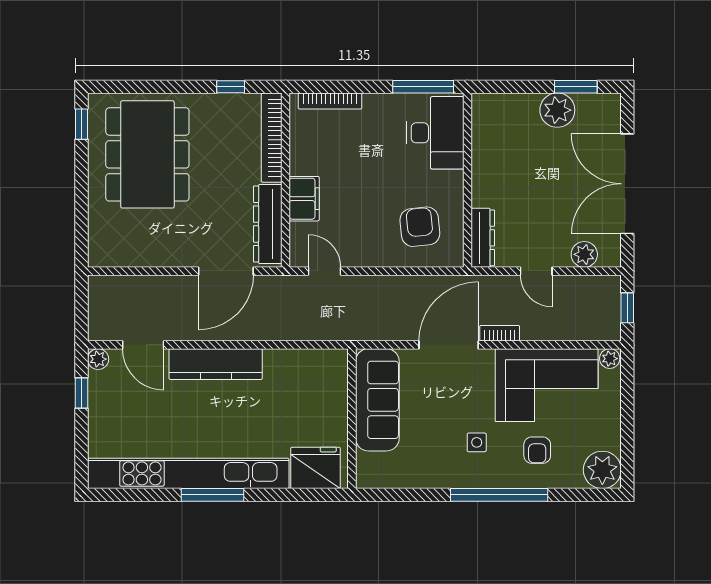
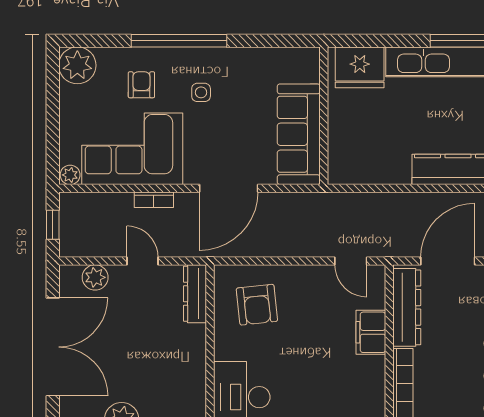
bookcase: (500, 333) -> (154, 200), moved

